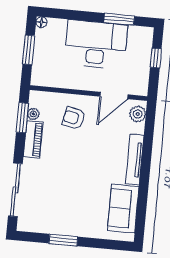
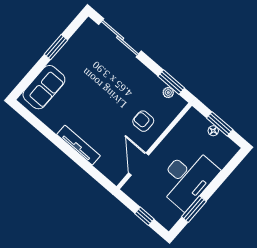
floor lamp: (41, 22) -> (213, 131), moved
plant: (138, 114) -> (112, 172), removed
armchair: (74, 118) -> (143, 121), turned -102
piano: (33, 139) -> (149, 79), removed
sofa: (123, 209) -> (44, 87), moved, turned 90

